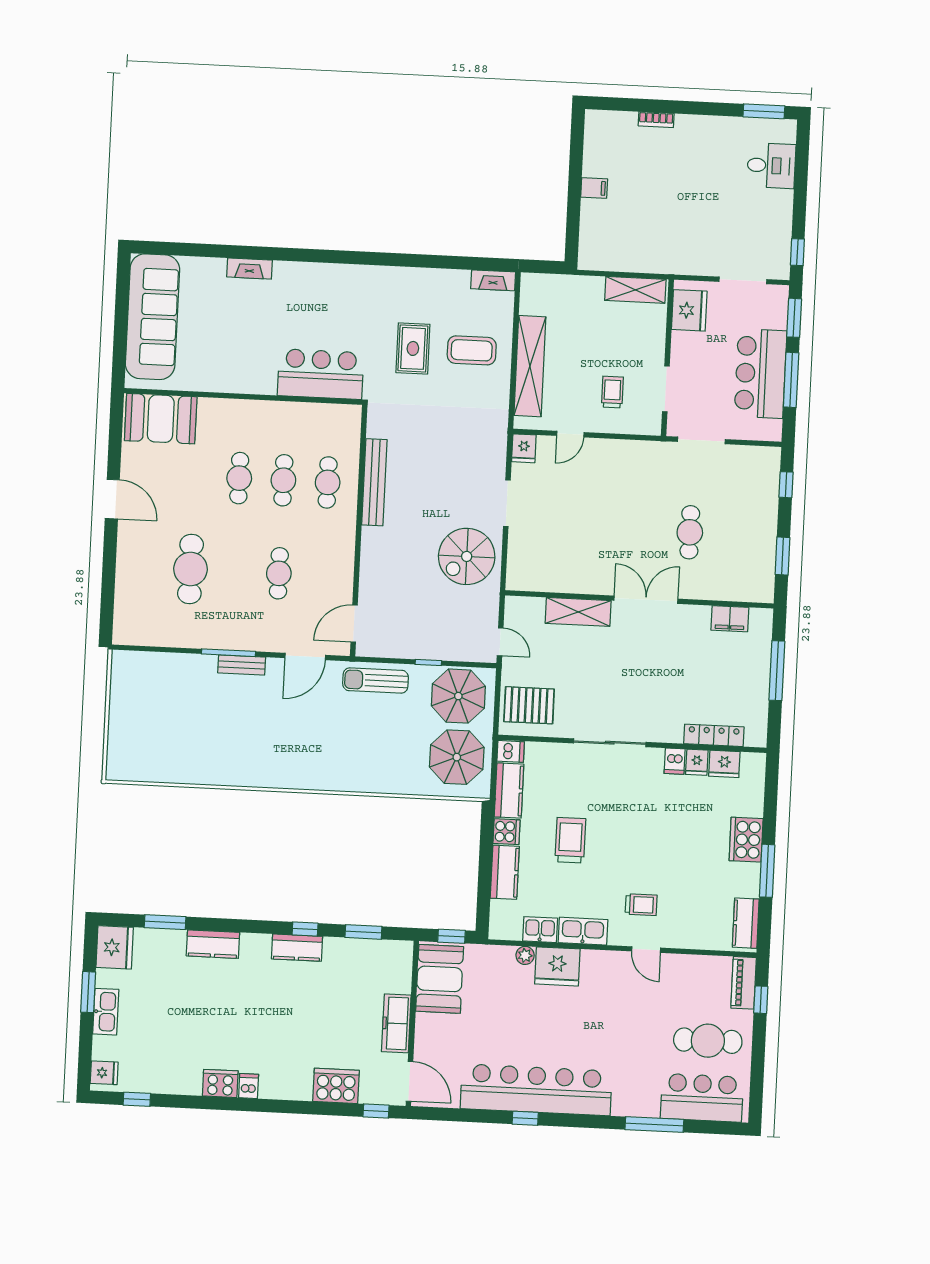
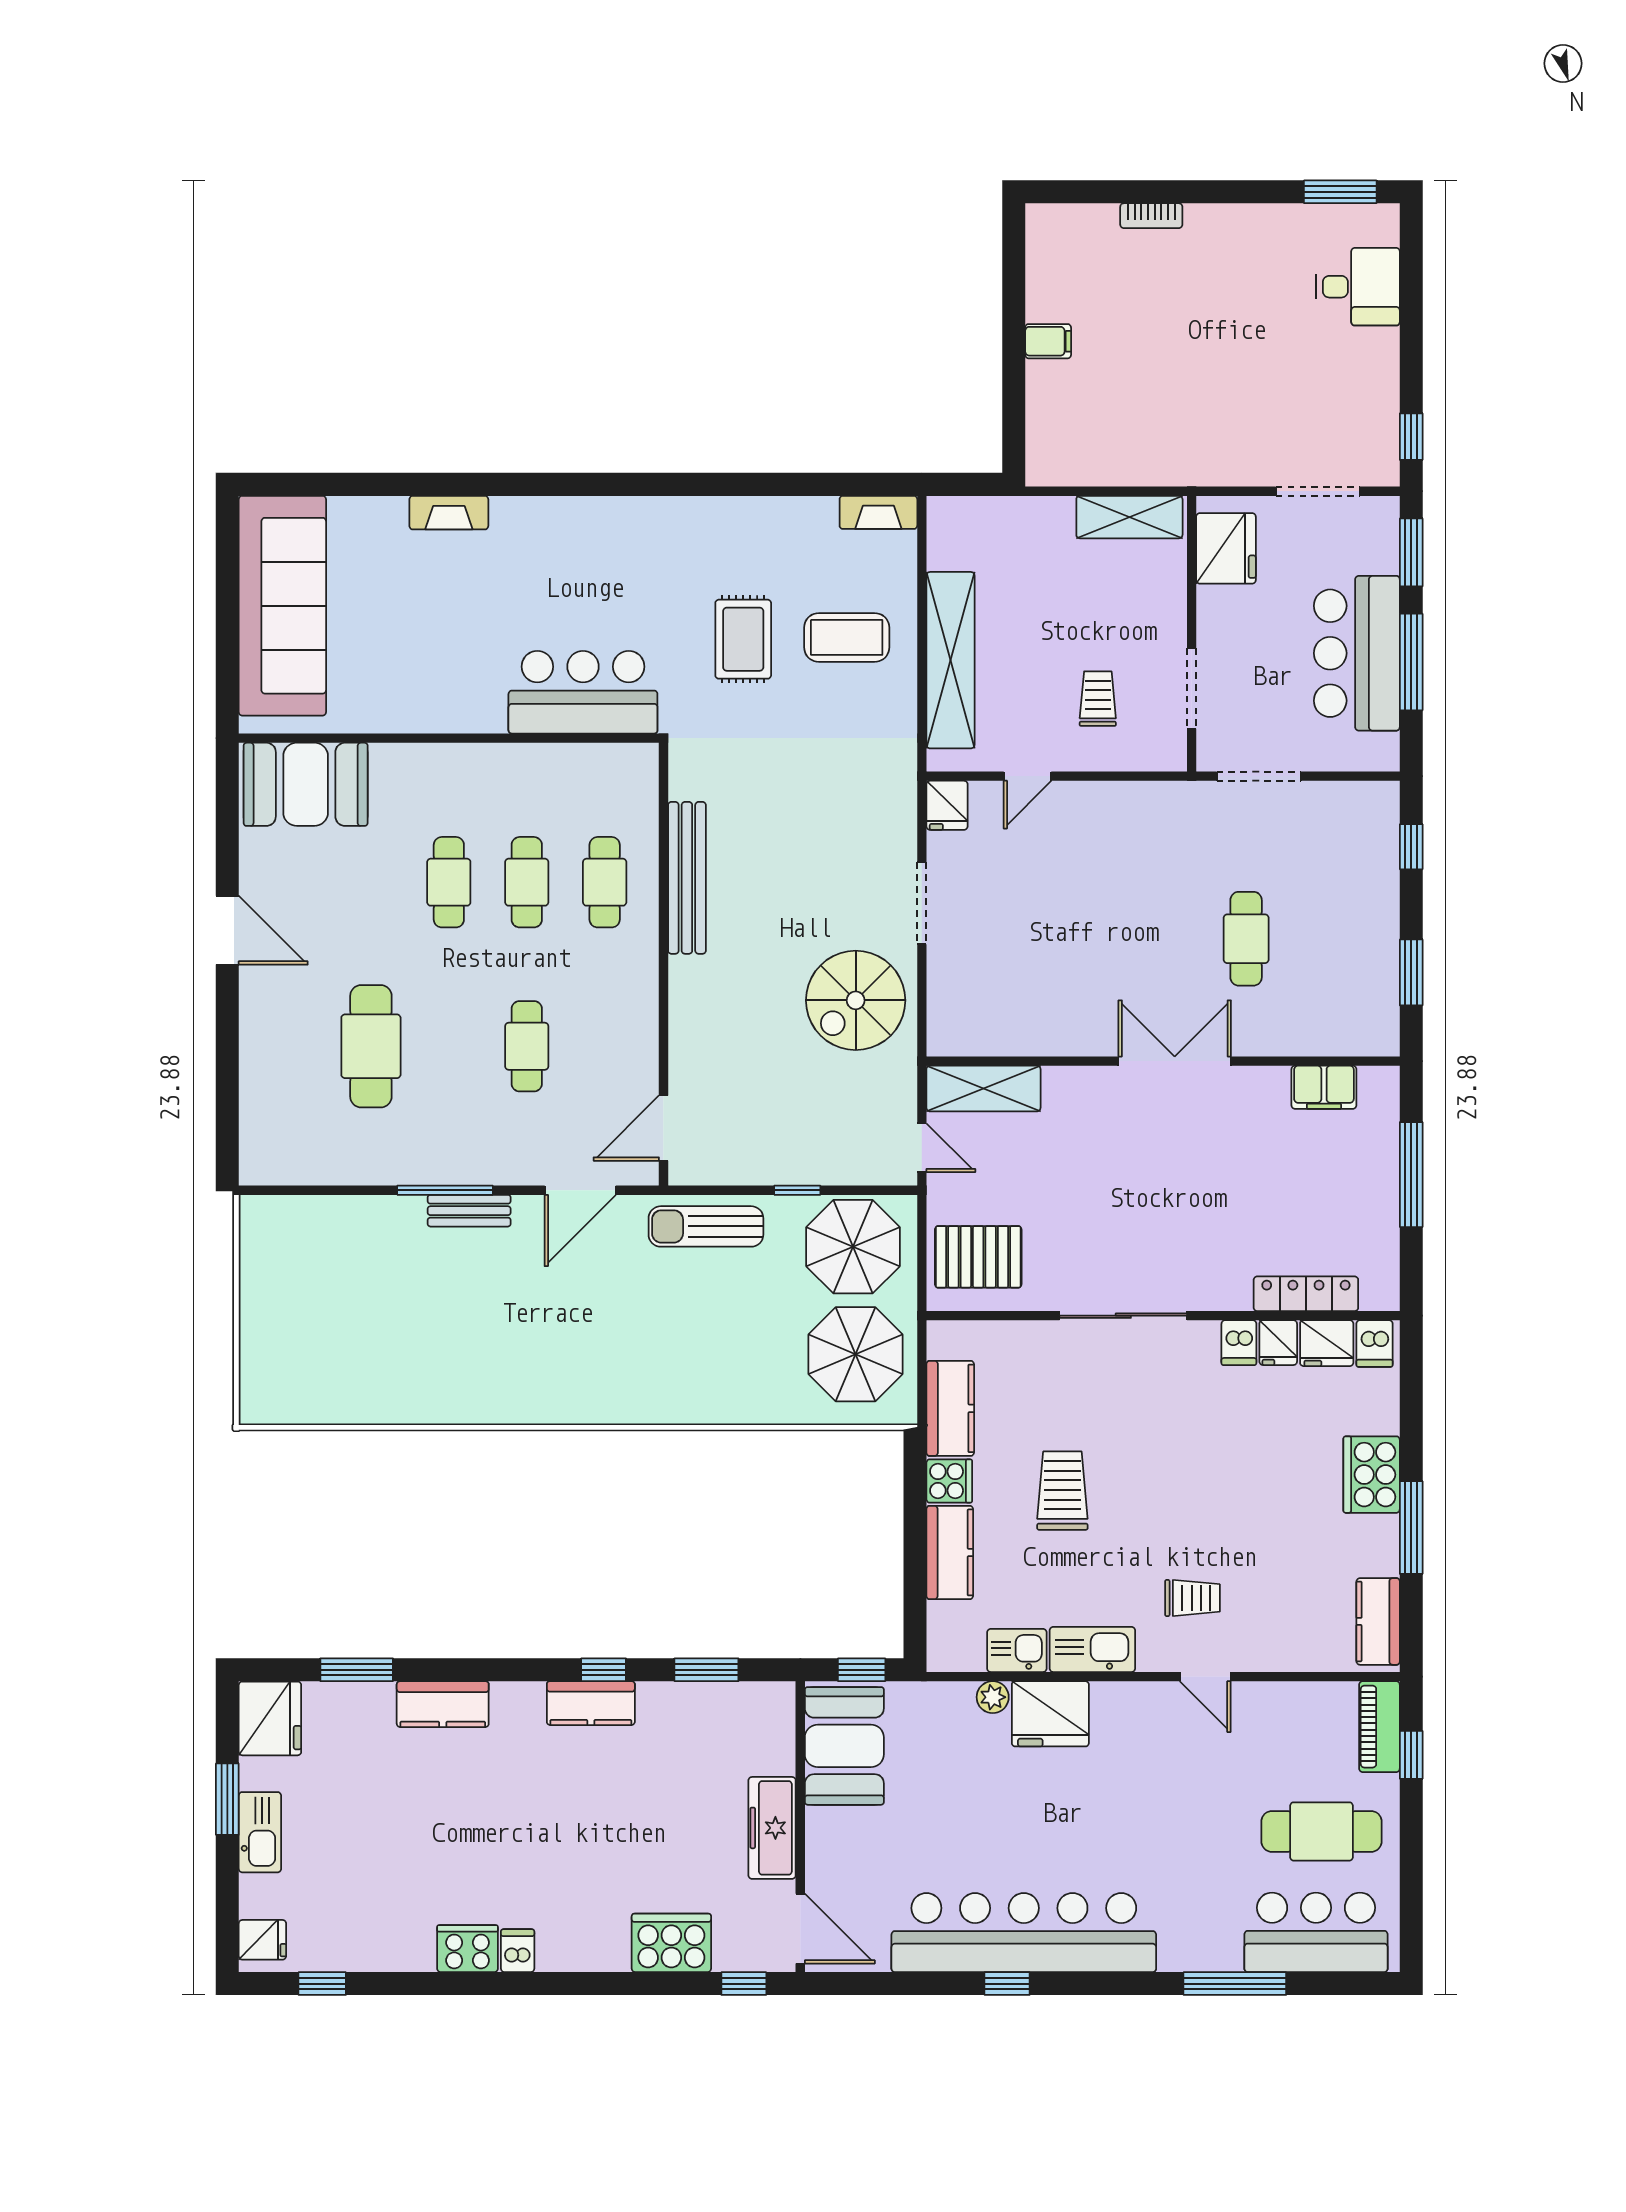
shelving: (578, 612) -> (983, 1088), moved
dishwasher: (511, 751) -> (1375, 1344), moved, turned 90

